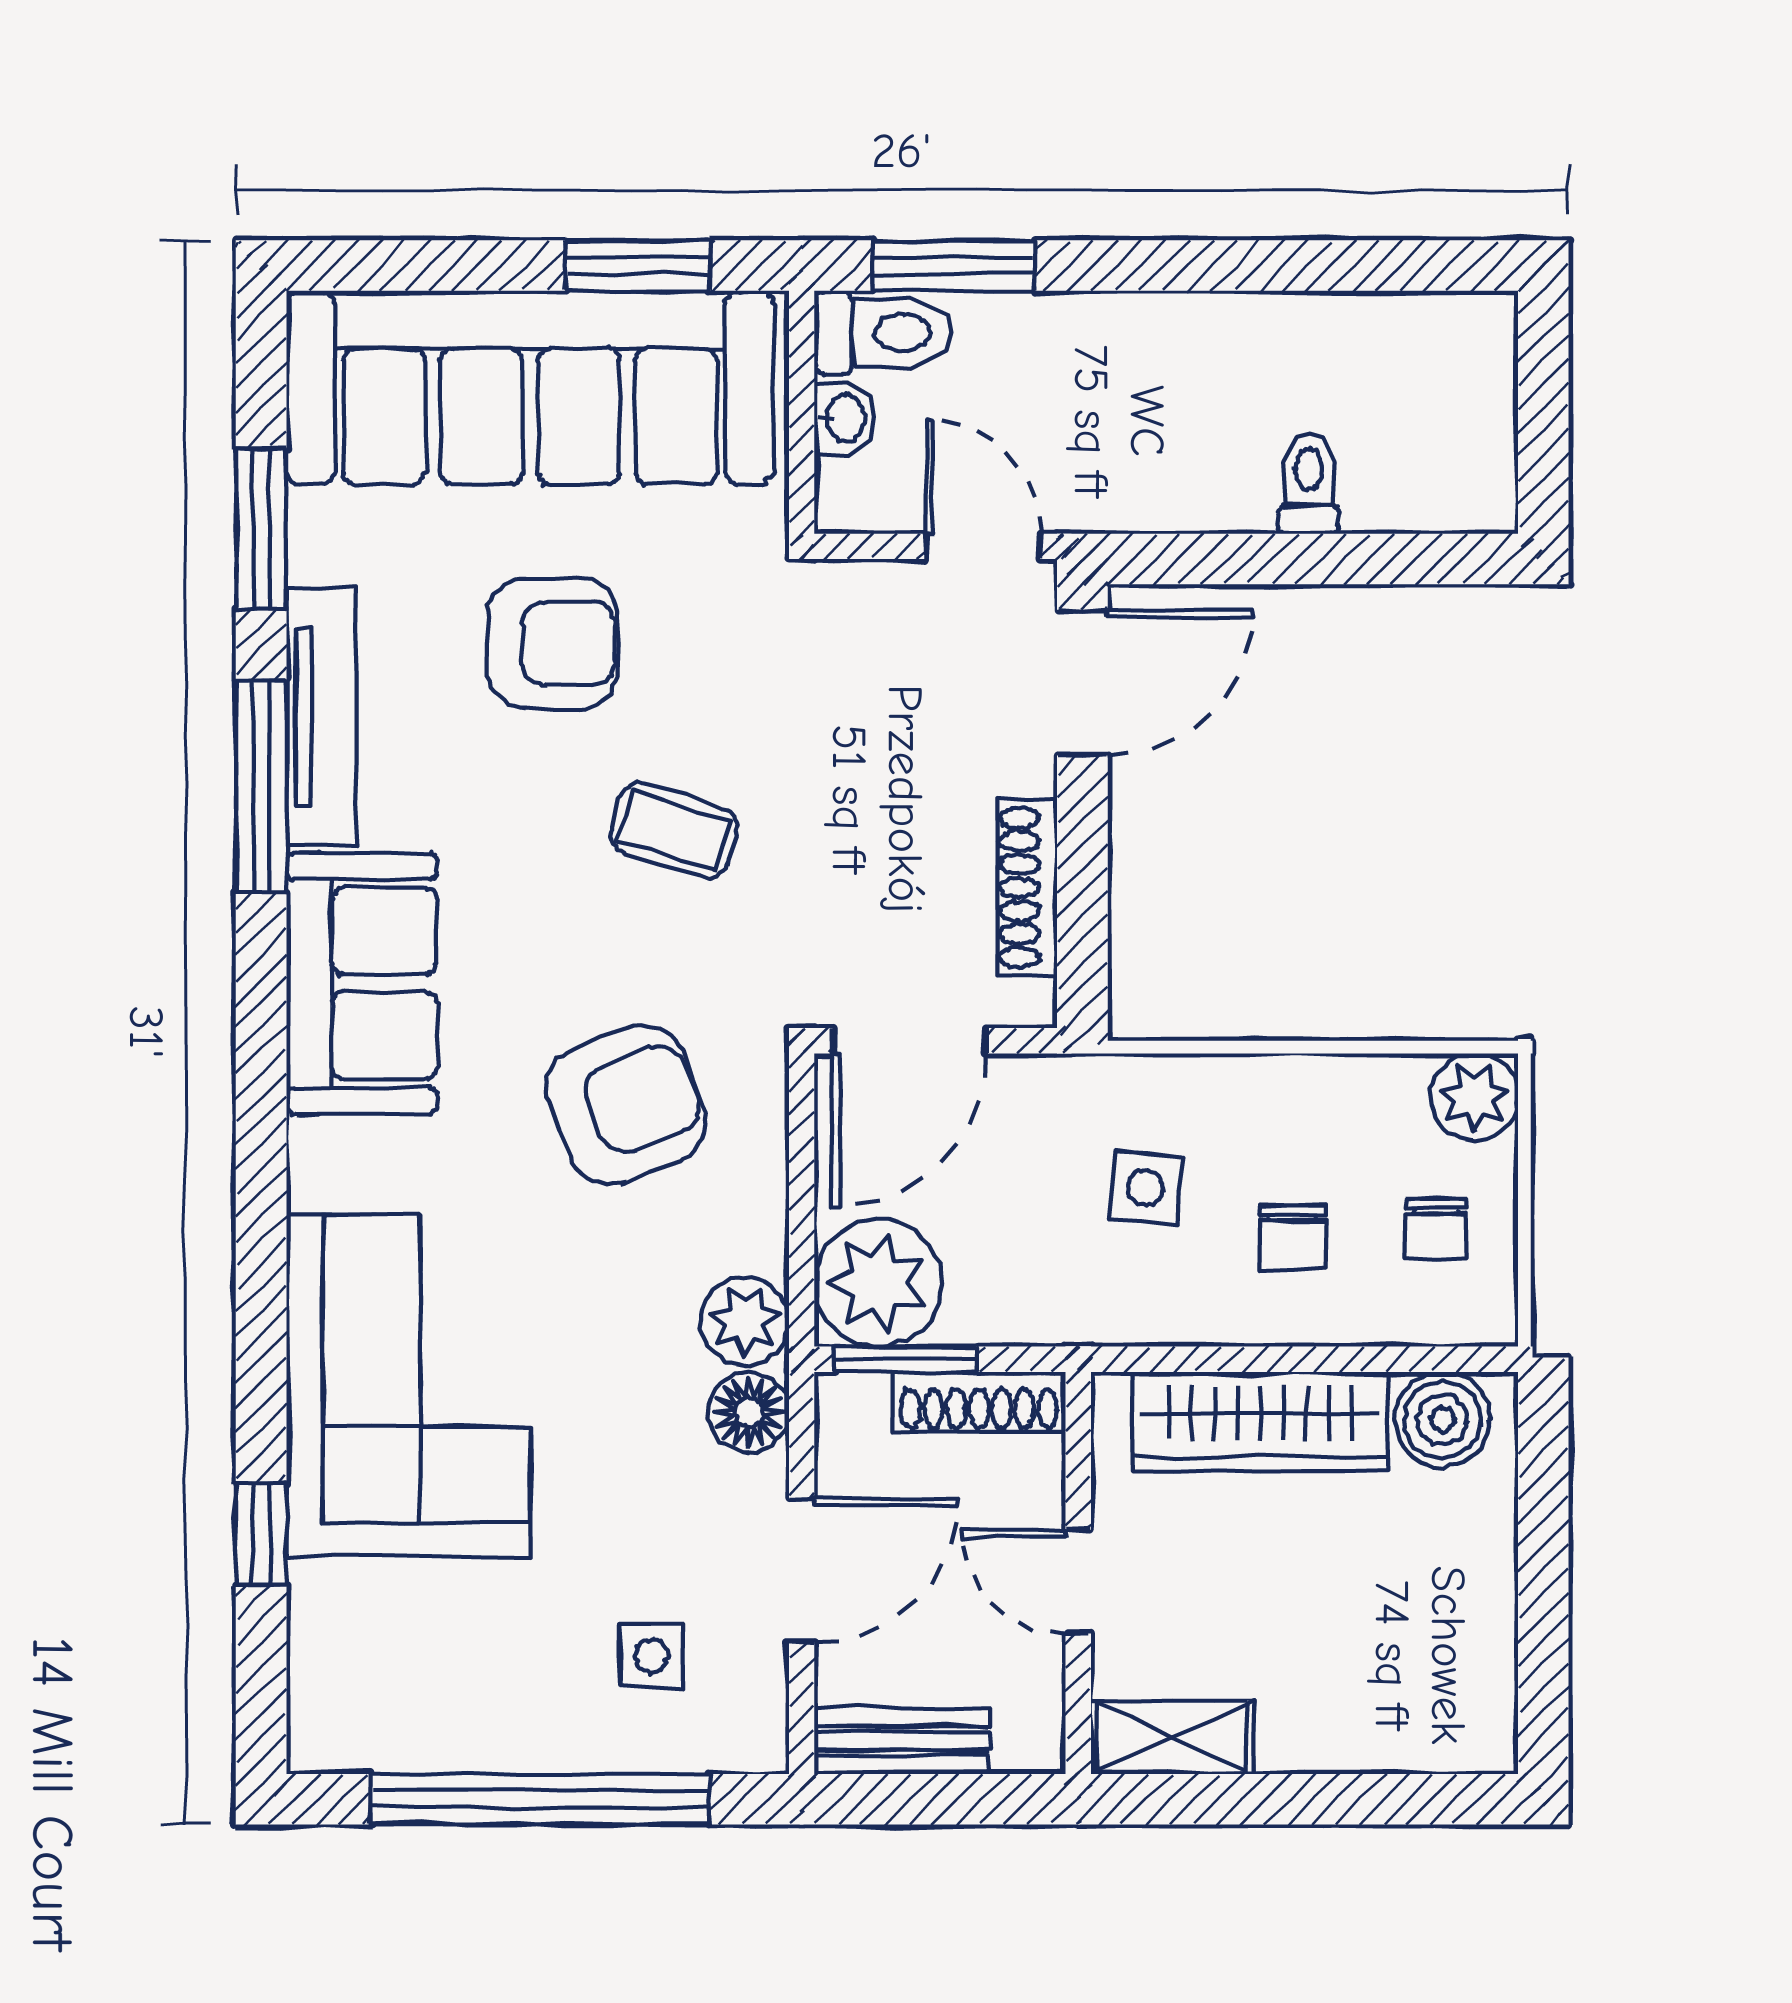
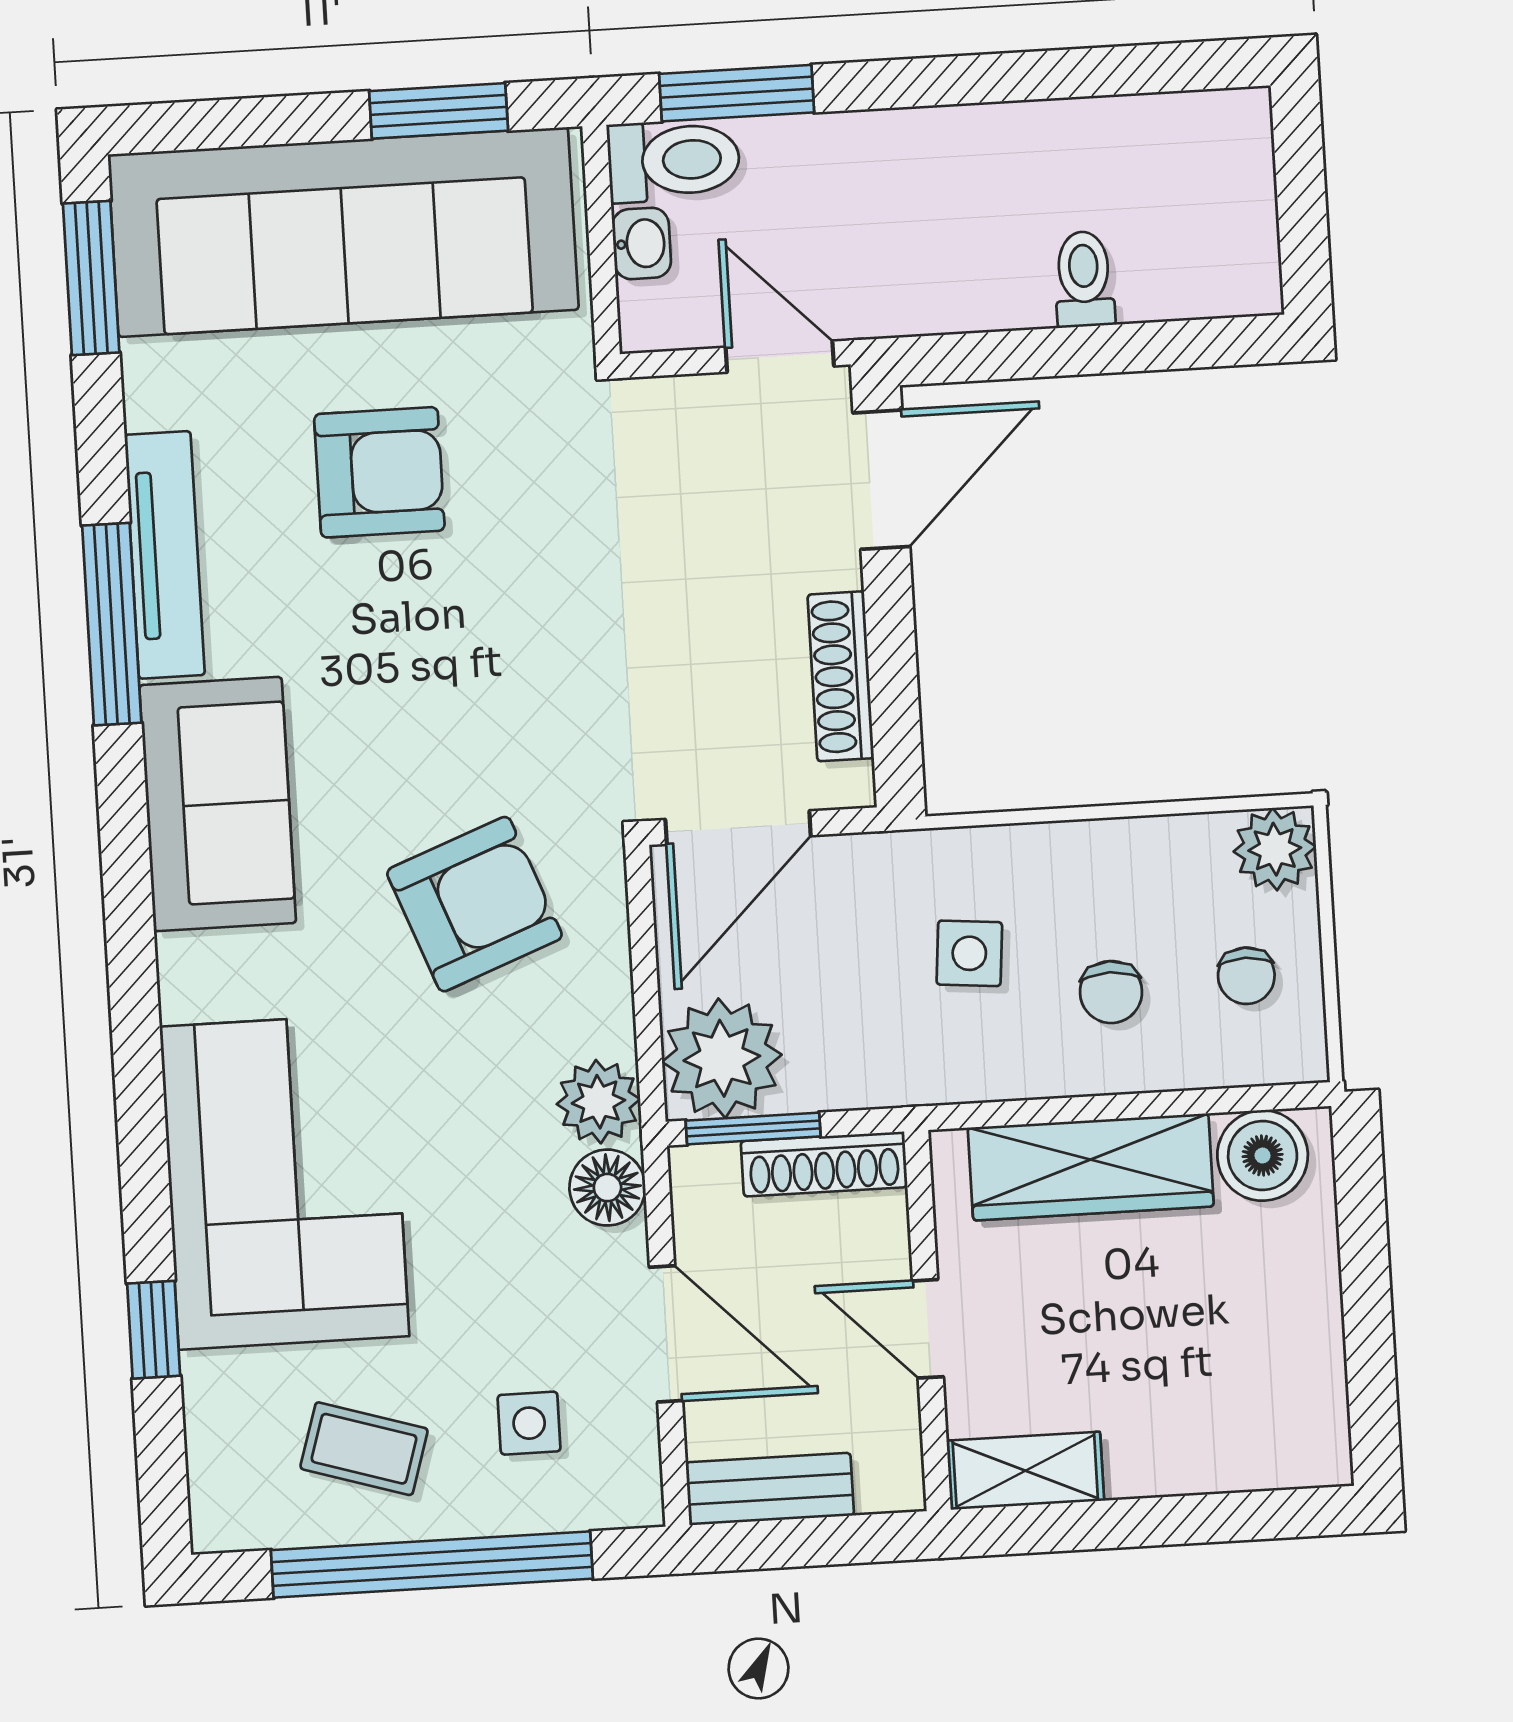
window: (261, 528) -> (91, 278), moved
coffee table: (674, 831) -> (364, 1449), moved
door: (802, 1570) -> (666, 1334), hinge flipped

